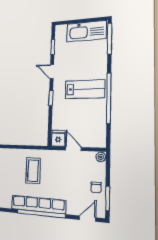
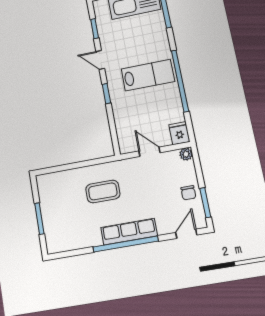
fridge: (58, 138) -> (179, 133), moved
coffee table: (33, 171) -> (103, 191), turned 90
row of seats: (38, 204) -> (129, 232), width x0.73

